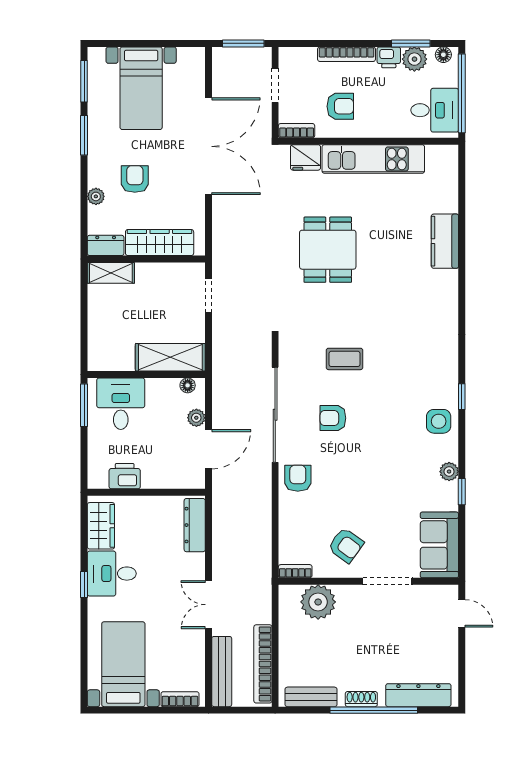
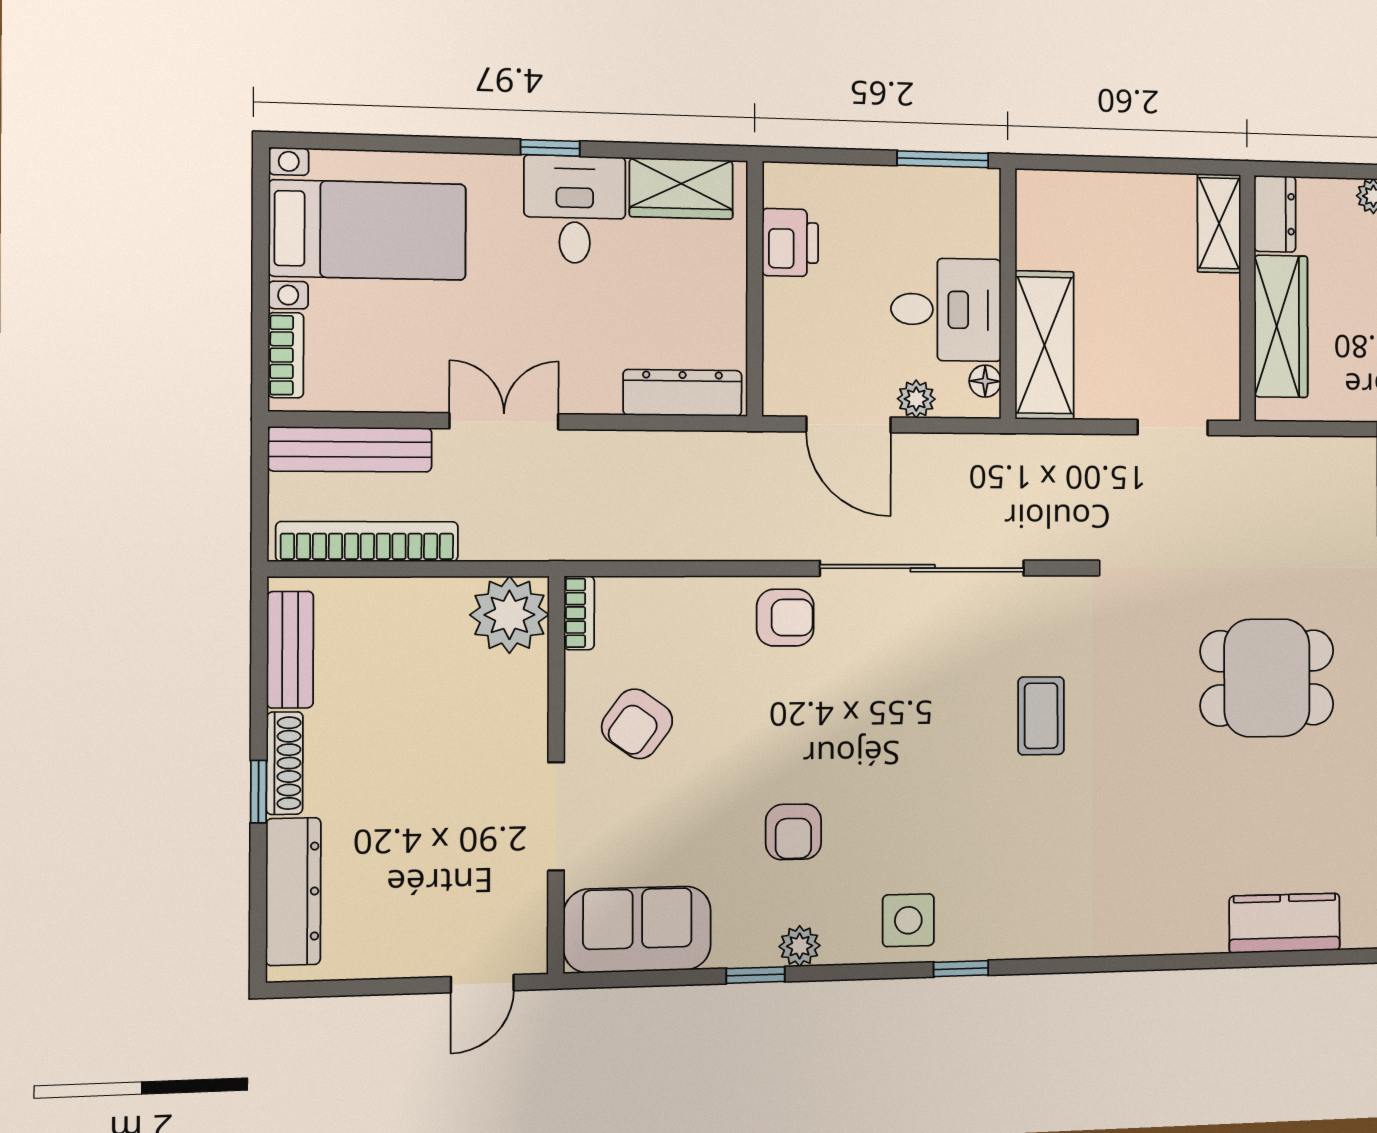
desk: (121, 404) -> (946, 310), moved
armchair: (333, 418) -> (793, 832), moved, turned 180
plant: (318, 602) -> (509, 615), moved
shoe rack: (361, 699) -> (285, 763), width x1.43
window: (374, 710) -> (259, 792), width x0.32

